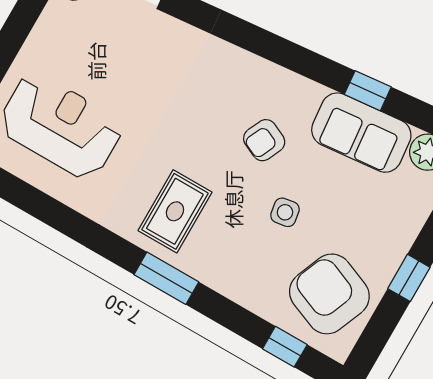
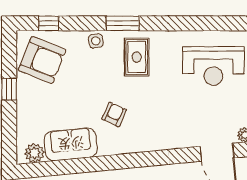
window: (368, 91) -> (79, 166), removed
side table: (285, 212) -> (96, 41), moved

